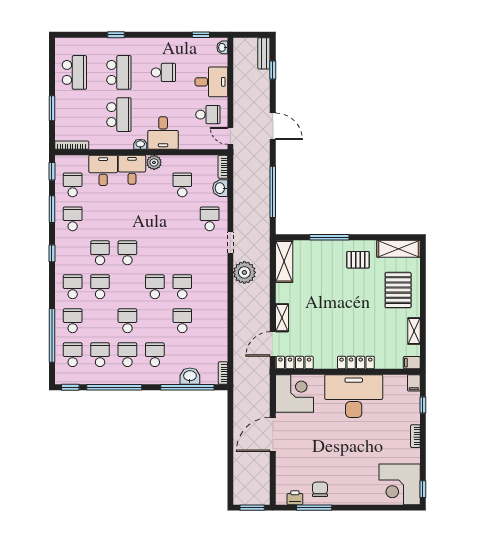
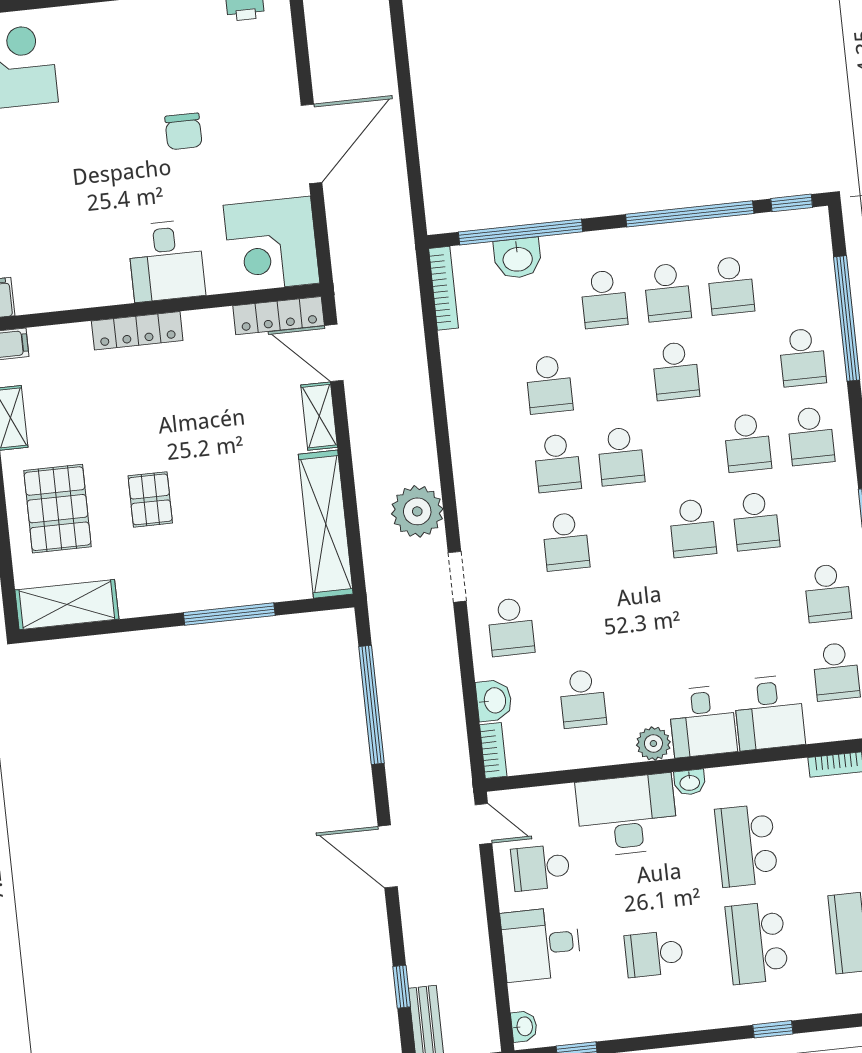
desk: (163, 133) -> (627, 815), width x1.37
pallet: (358, 260) -> (150, 499), moved, turned 90
shelving: (284, 261) -> (326, 524), width x1.47
door: (273, 344) -> (334, 353), swing flipped
school desk: (73, 355) -> (566, 542), moved
bookcase: (223, 373) -> (444, 288), width x1.56
desk: (354, 396) -> (166, 261), width x0.53, depth x0.77
chair: (320, 489) -> (183, 131), moved

